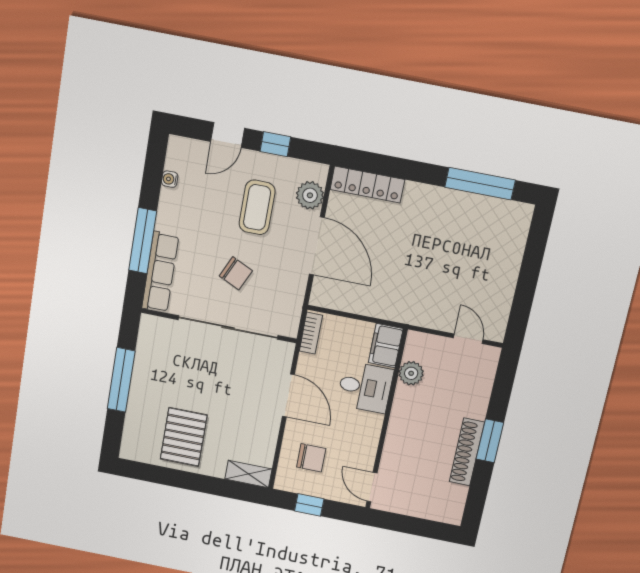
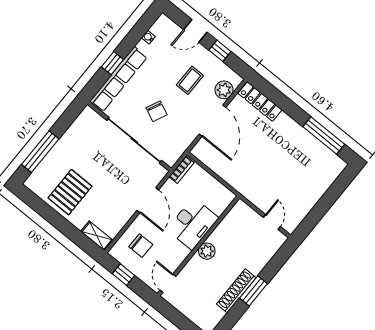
coffee table: (257, 207) -> (190, 80), width x0.73, depth x0.77
window: (143, 241) -> (112, 63), width x0.46
row of seats: (160, 272) -> (118, 79), width x1.36
filing cabinet: (386, 346) -> (222, 201), removed
plant: (411, 373) -> (207, 251), moved
window: (121, 380) -> (40, 152), moved
desk: (365, 387) -> (193, 224), width x1.37

